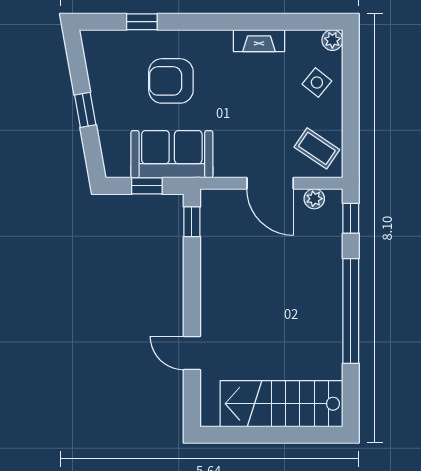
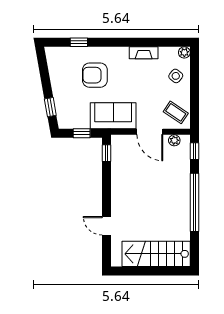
window: (85, 110) -> (50, 107), moved
sofa: (172, 154) -> (113, 116), moved

